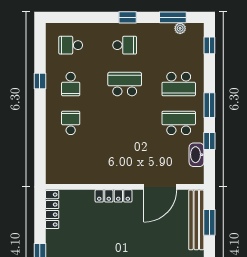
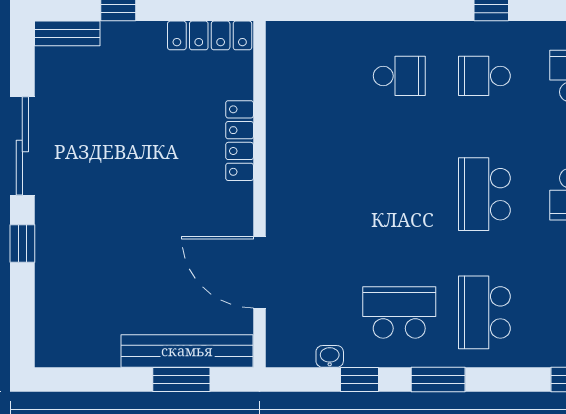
school desk: (125, 84) -> (484, 194), turned 180
school desk: (179, 123) -> (399, 312), turned -90
washbasin: (197, 155) -> (330, 356), width x0.52, depth x0.69
locker: (114, 196) -> (240, 141), moved

